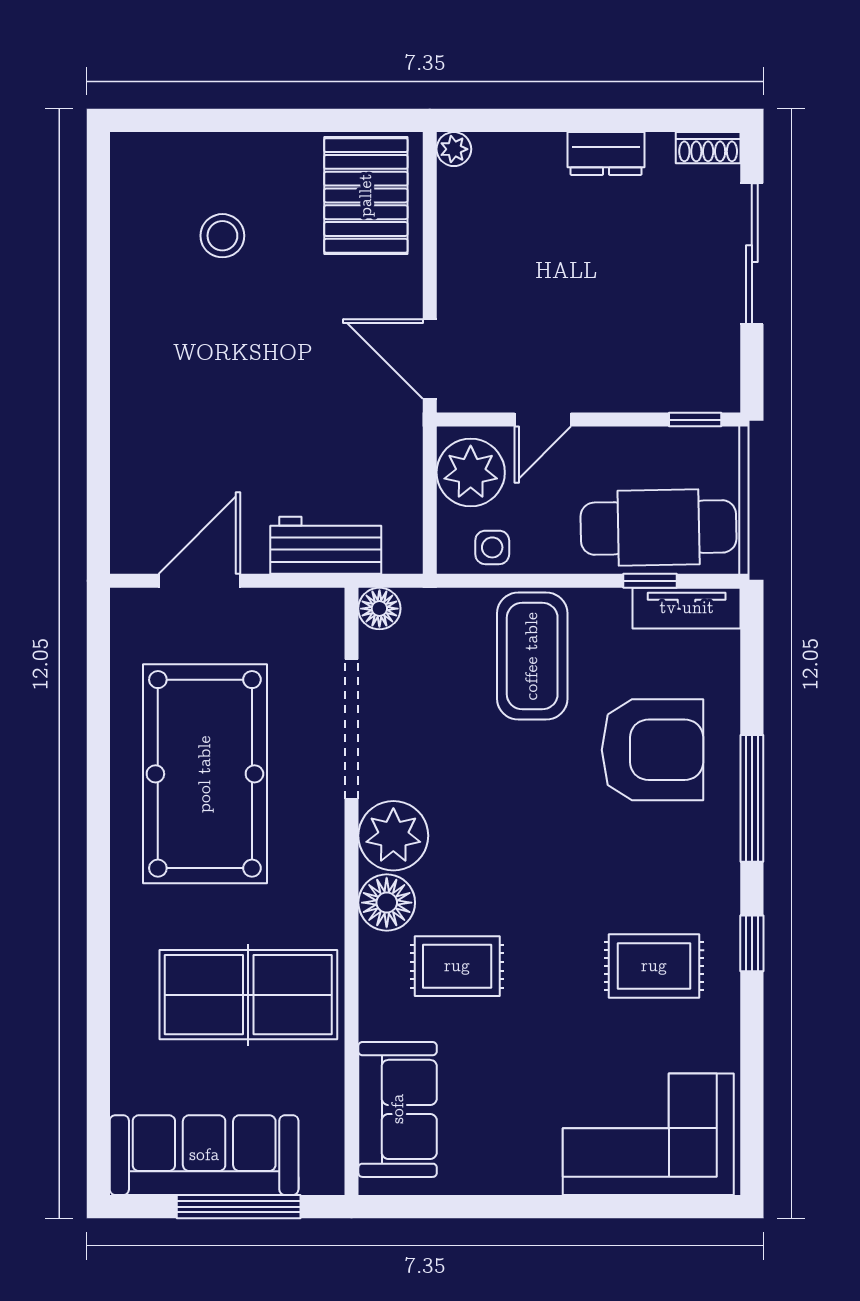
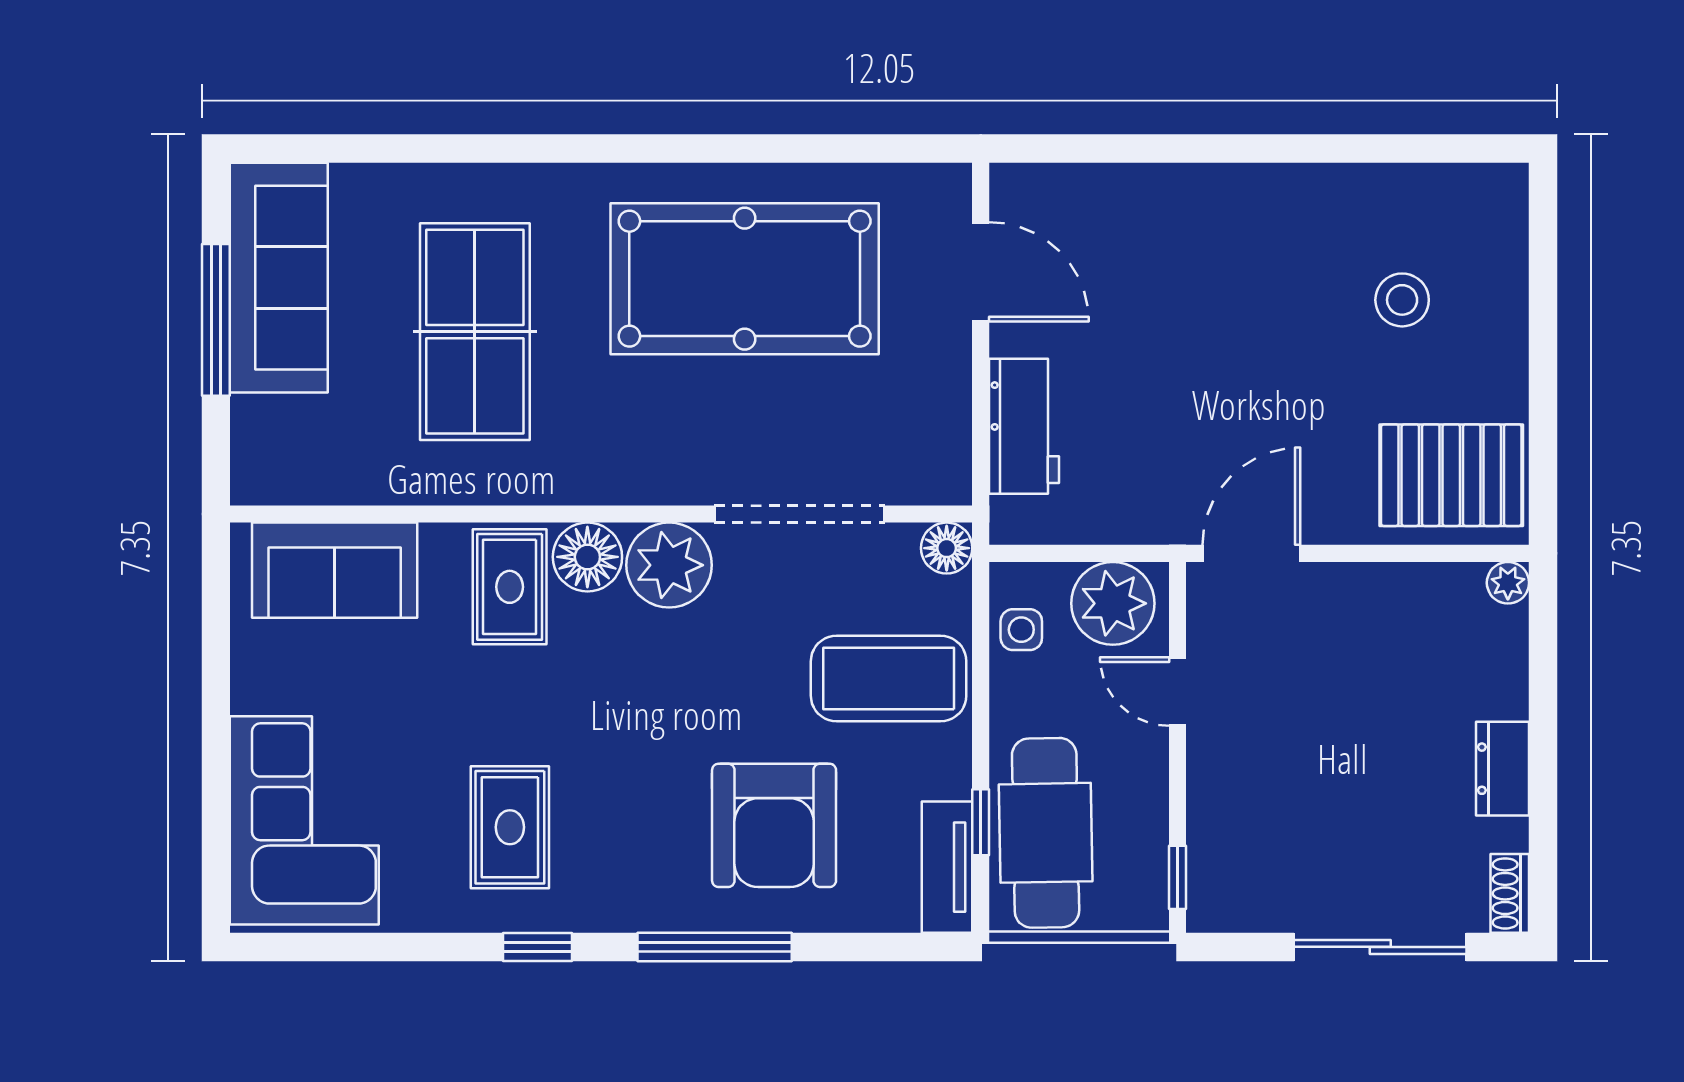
floor lamp: (379, 609) -> (947, 548), moved
doorway: (352, 729) -> (799, 514), moved
plant: (393, 836) -> (669, 565), moved
wall: (352, 891) -> (601, 514), moved
floor lamp: (387, 903) -> (587, 557), moved
sofa: (398, 1109) -> (335, 570), moved

